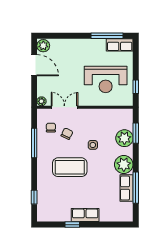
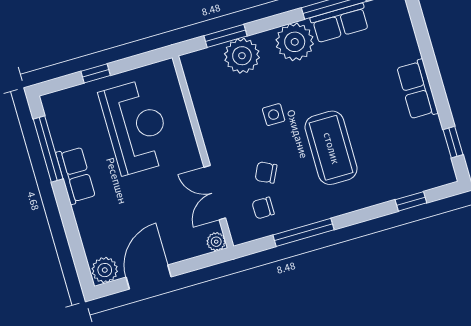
row of seats: (120, 45) -> (76, 175), moved
window: (136, 87) -> (96, 73), moved
window: (72, 225) -> (453, 142), moved

